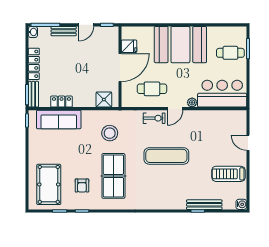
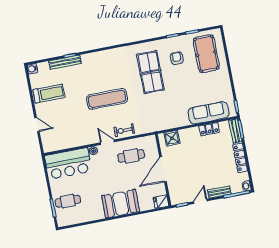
booth: (180, 45) -> (121, 204), width x0.73, depth x0.70
fridge: (129, 46) -> (161, 202), moved
door: (175, 109) -> (107, 142), hinge flipped
stool: (110, 133) -> (161, 109), removed

